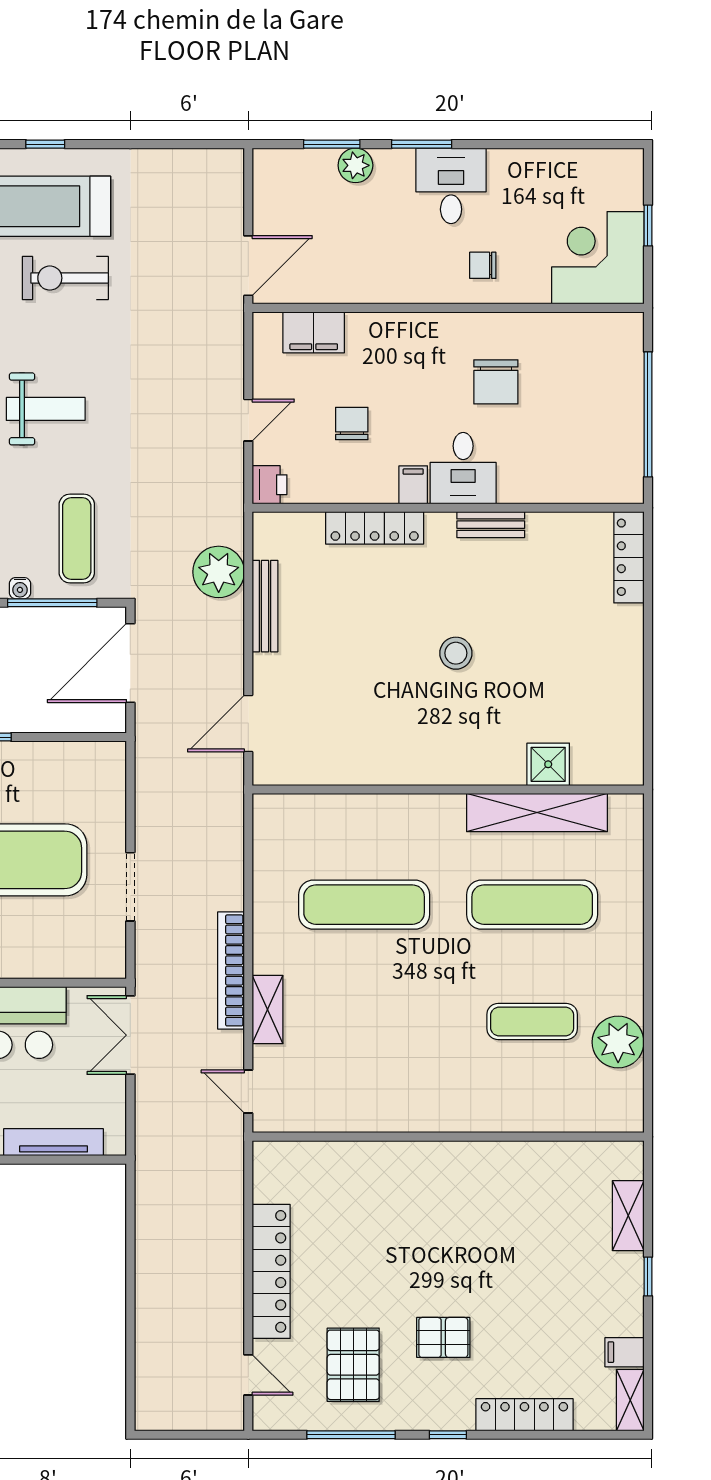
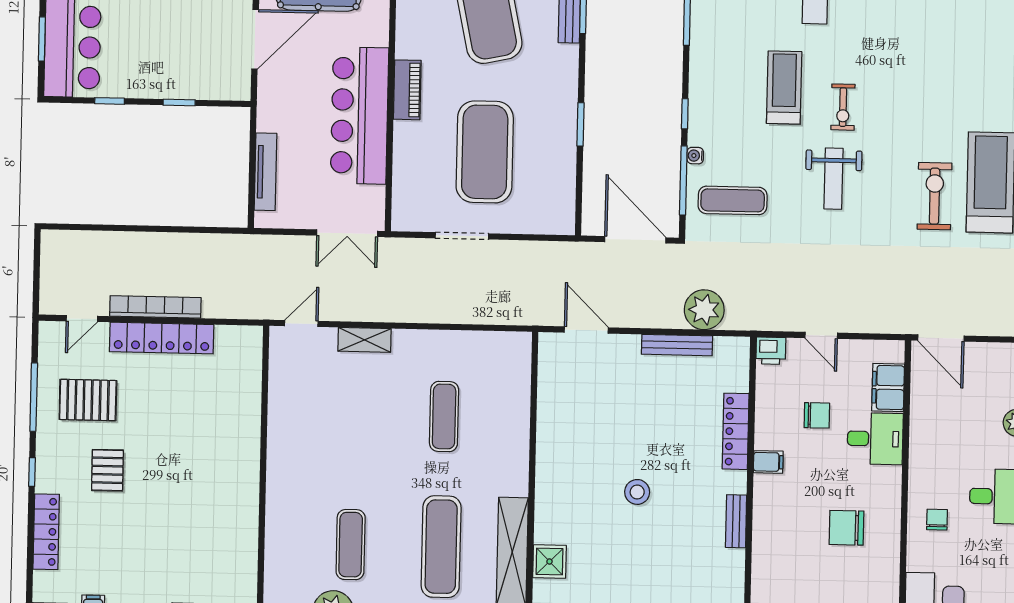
desk: (463, 468) -> (875, 439), moved, turned 180
exercise mat: (364, 905) -> (444, 416), width x0.73, depth x0.69
bookcase: (231, 970) -> (155, 307), moved
double door: (130, 1035) -> (347, 233), swing flipped

